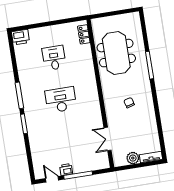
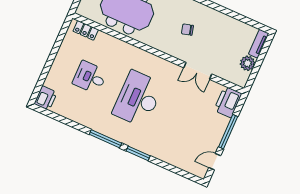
desk: (61, 100) -> (138, 99), width x1.36, depth x1.30
double door: (108, 139) -> (198, 71), moved
printer: (66, 170) -> (228, 102), moved, width x1.87, depth x1.48

